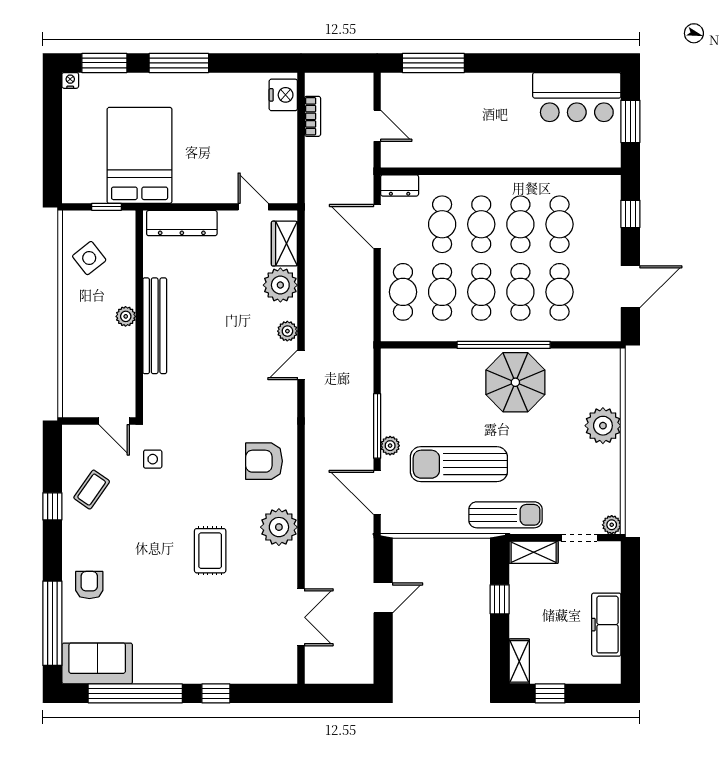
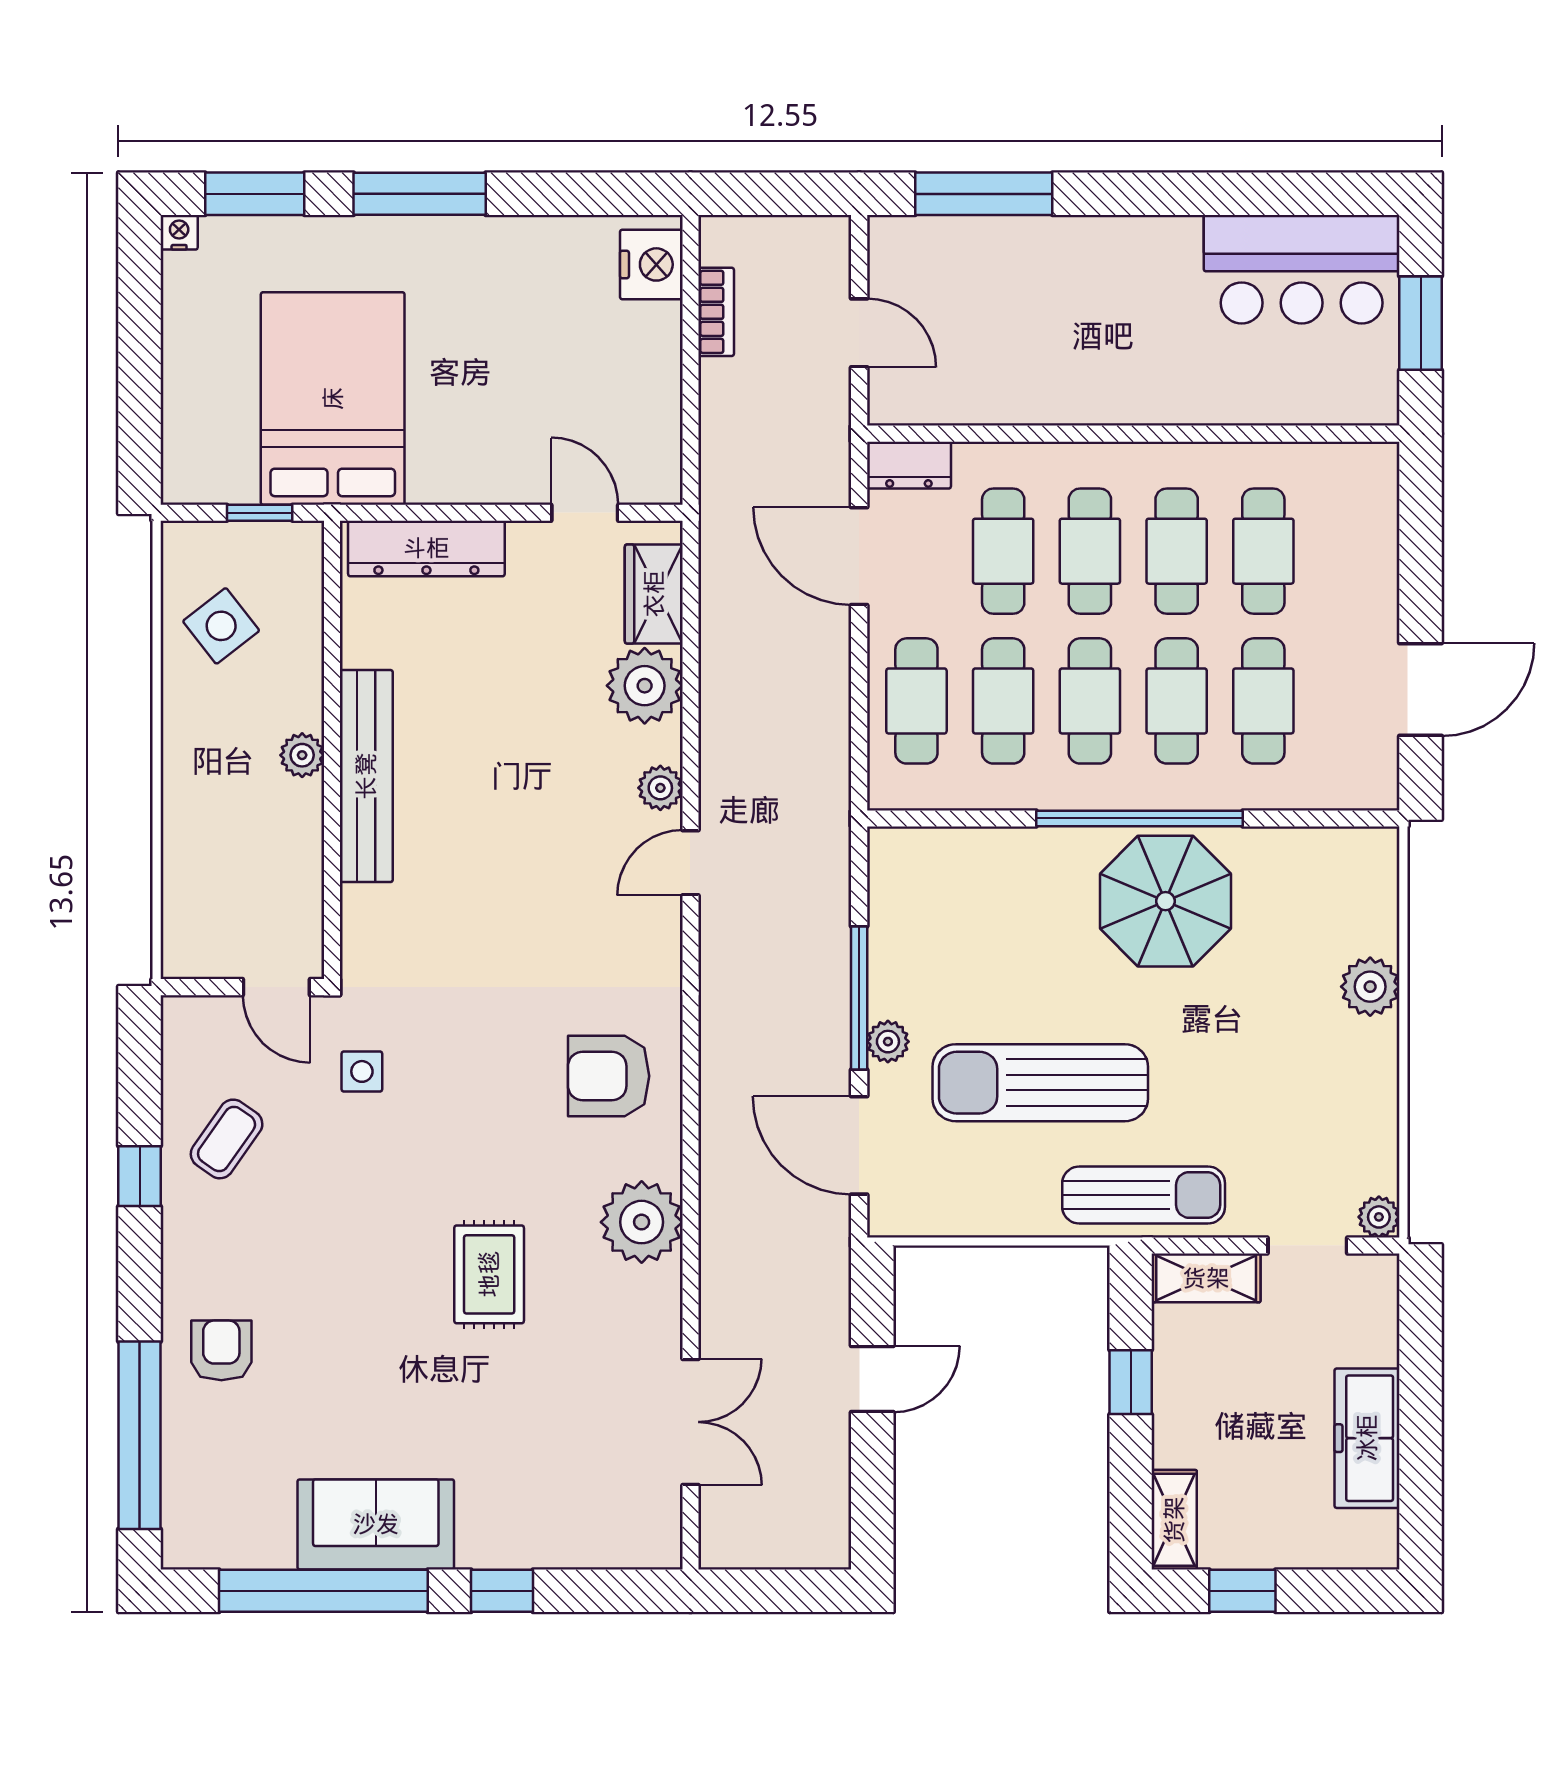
window: (630, 214) -> (1421, 528), removed
plant: (603, 426) -> (1370, 987), width x0.73, depth x0.73
sofa: (97, 664) -> (376, 1524), moved

